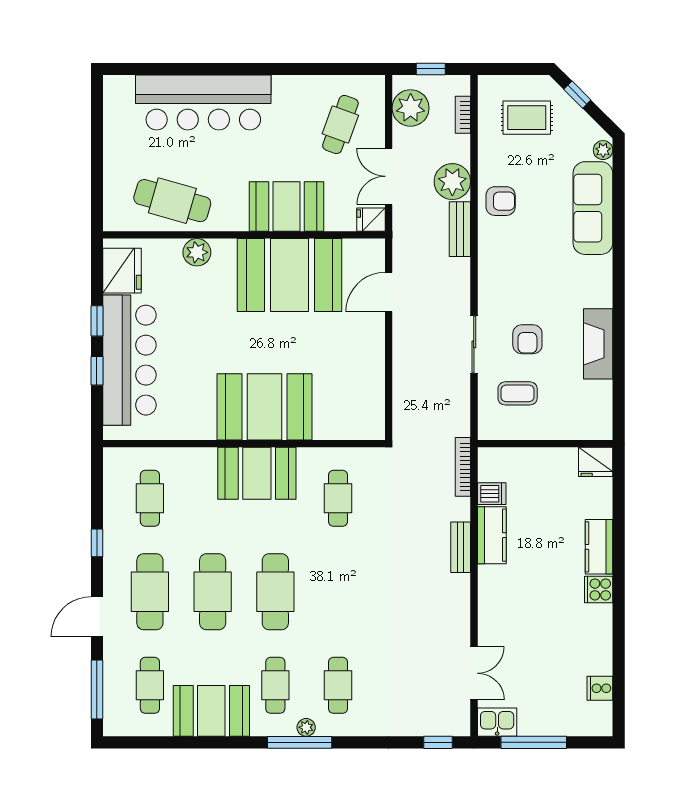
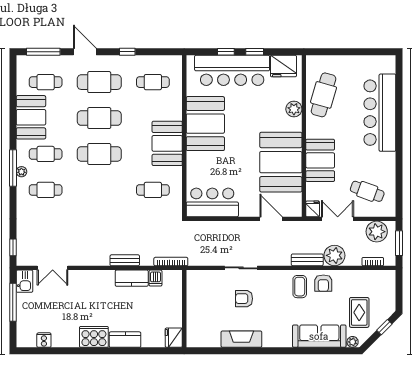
window: (431, 69) -> (399, 243), width x1.50
rug: (527, 118) -> (359, 312), moved
coffee table: (518, 393) -> (300, 287), moved
bar counter: (360, 395) -> (212, 202), added
booth: (265, 407) -> (205, 124), moved
cooker: (599, 589) -> (94, 337), width x1.87, depth x1.31

